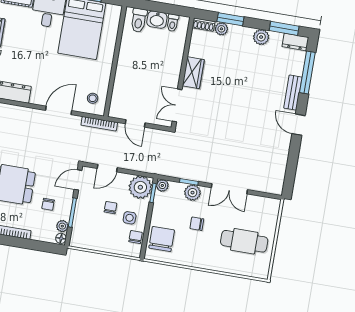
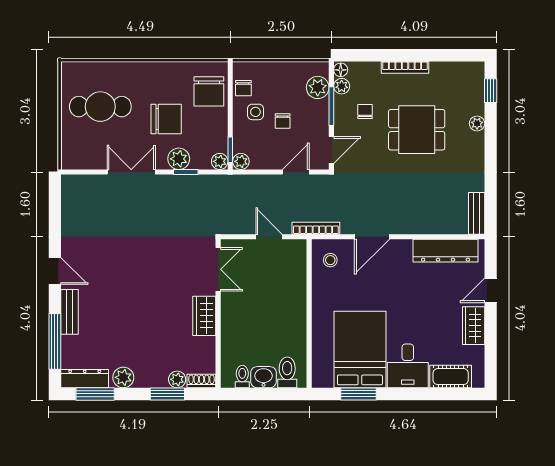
dresser: (295, 42) -> (85, 379), width x1.44
plant: (140, 187) -> (241, 161), width x0.53, depth x0.53
chair: (197, 224) -> (166, 119), width x1.87, depth x1.87
plant: (80, 228) -> (318, 87), added

